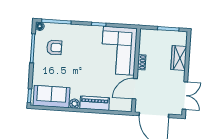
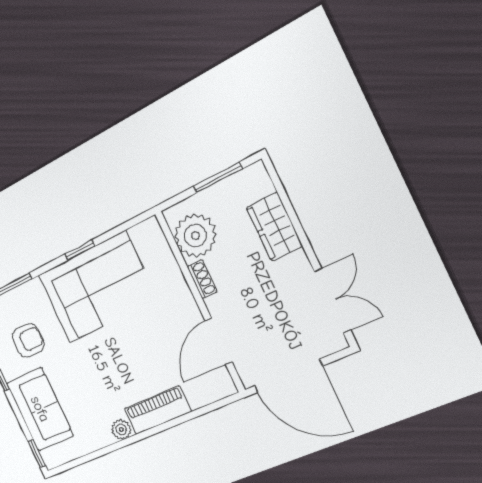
plant: (148, 45) -> (195, 236), added
corner sofa: (119, 51) -> (97, 287), moved, turned -90
sofa: (51, 97) -> (40, 409), moved, turned 90

